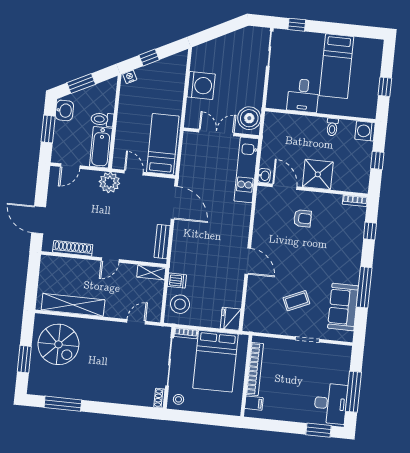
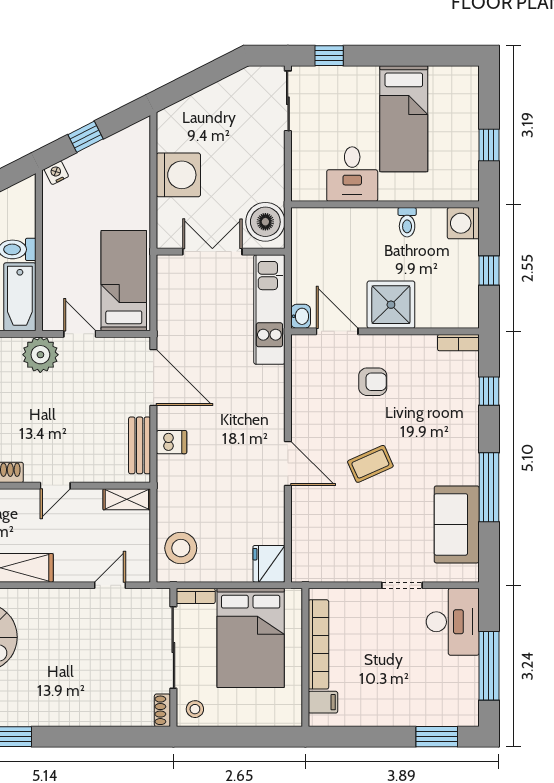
dishwasher: (177, 281) -> (172, 442), moved
coffee table: (296, 301) -> (370, 464), moved
desk: (331, 404) -> (453, 622), moved

